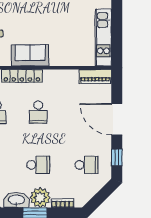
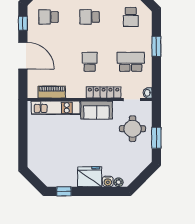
kitchen unit: (103, 38) -> (56, 108), moved, turned 90
piano: (95, 77) -> (52, 92), moved

